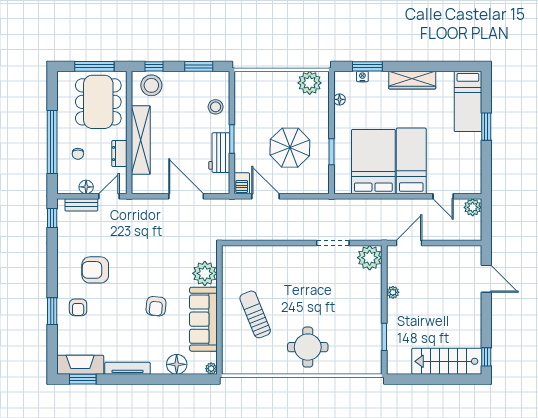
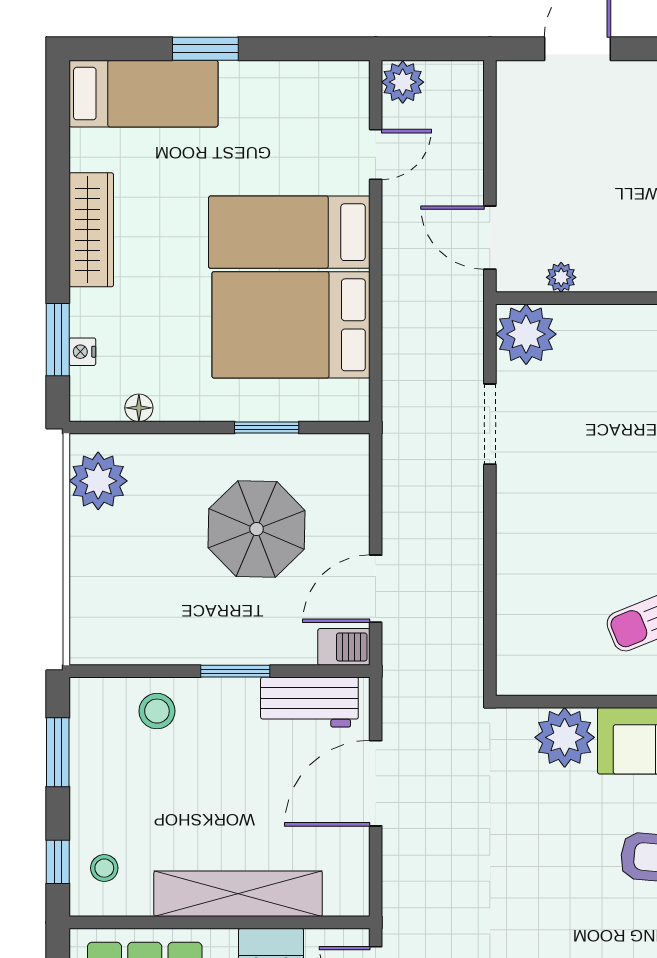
stool: (151, 85) -> (104, 868), width x0.53, depth x0.53
workbench: (219, 153) -> (309, 702), moved
plant: (393, 292) -> (561, 277), moved

